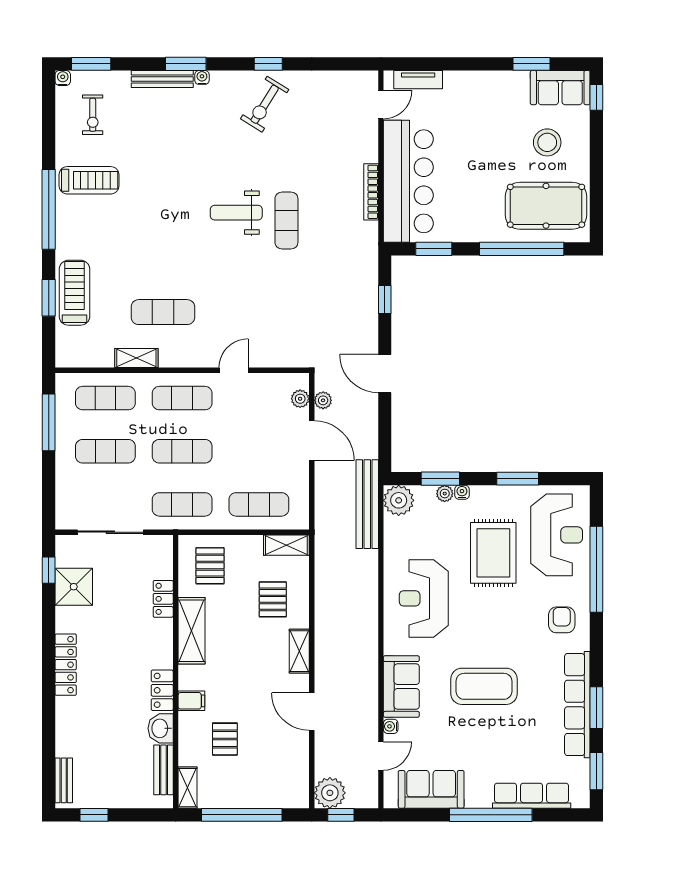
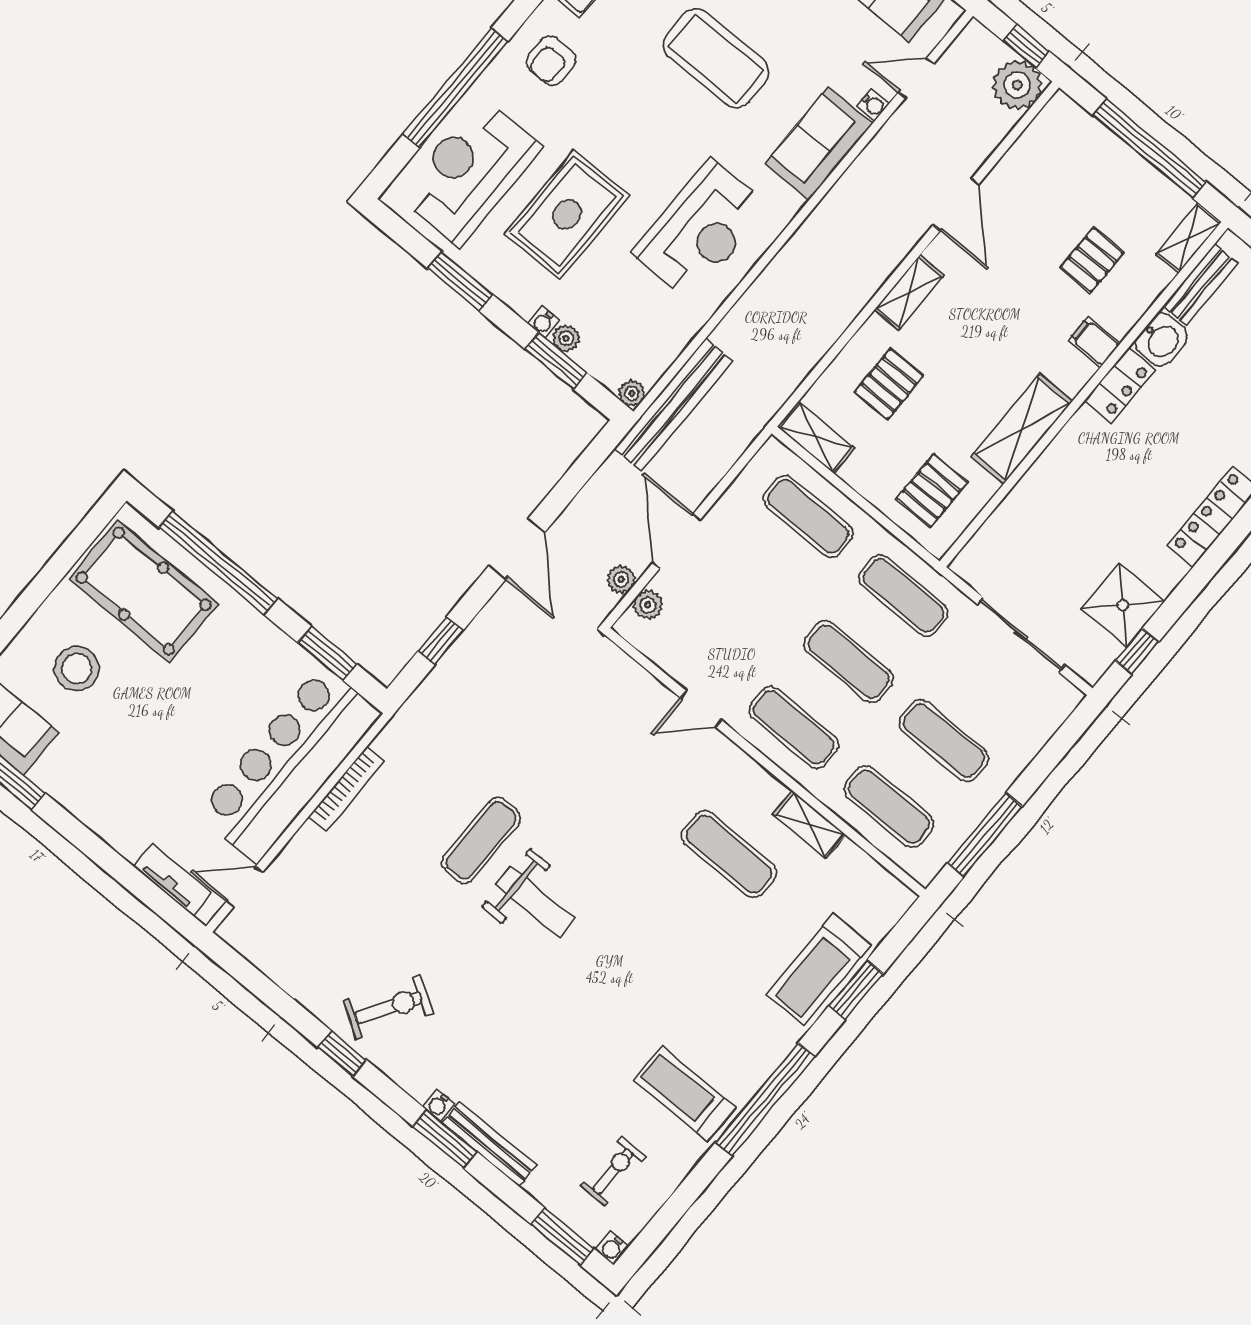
plant: (399, 500) -> (632, 393), width x0.53, depth x0.53
locker: (163, 599) -> (1024, 498), removed

